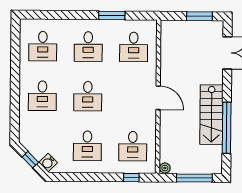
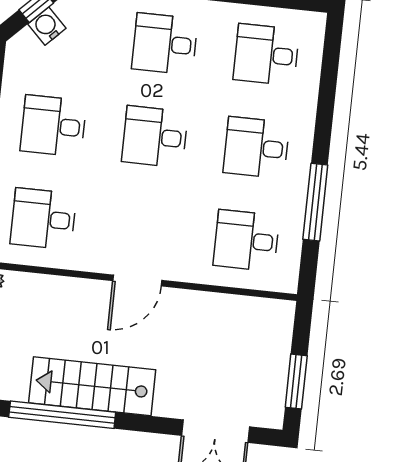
window: (112, 15) -> (315, 202), width x1.44
water cooler: (48, 163) -> (47, 26), moved

